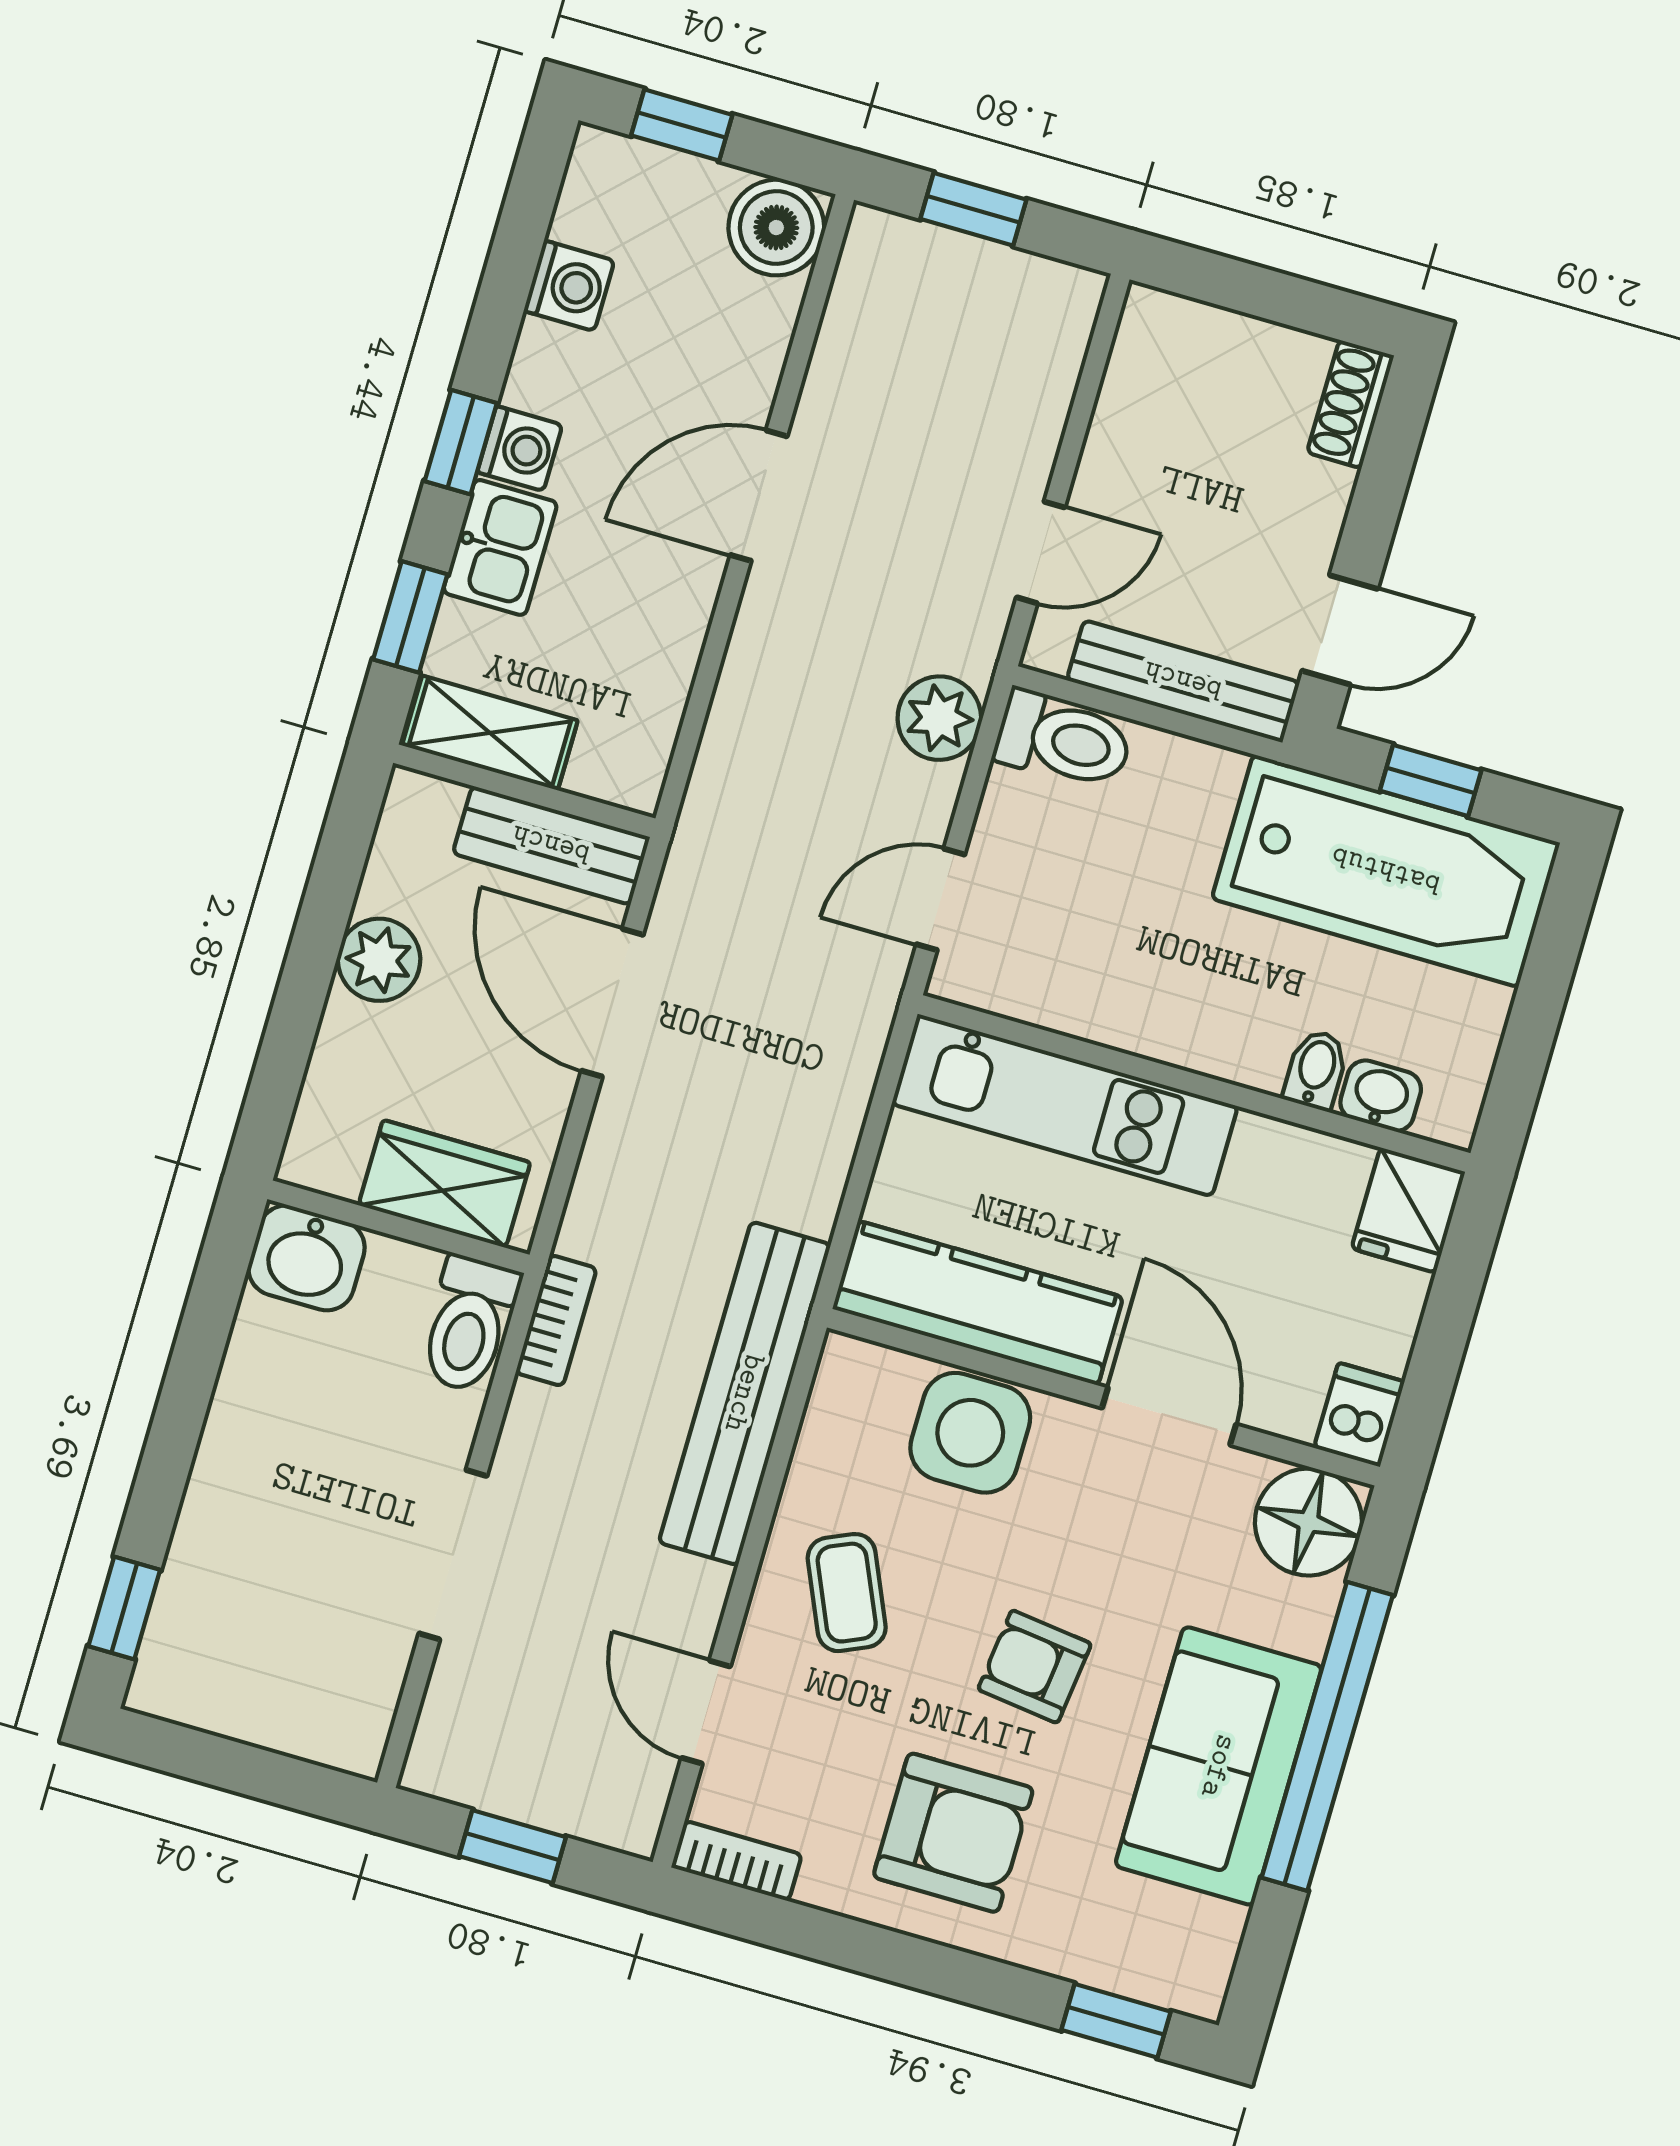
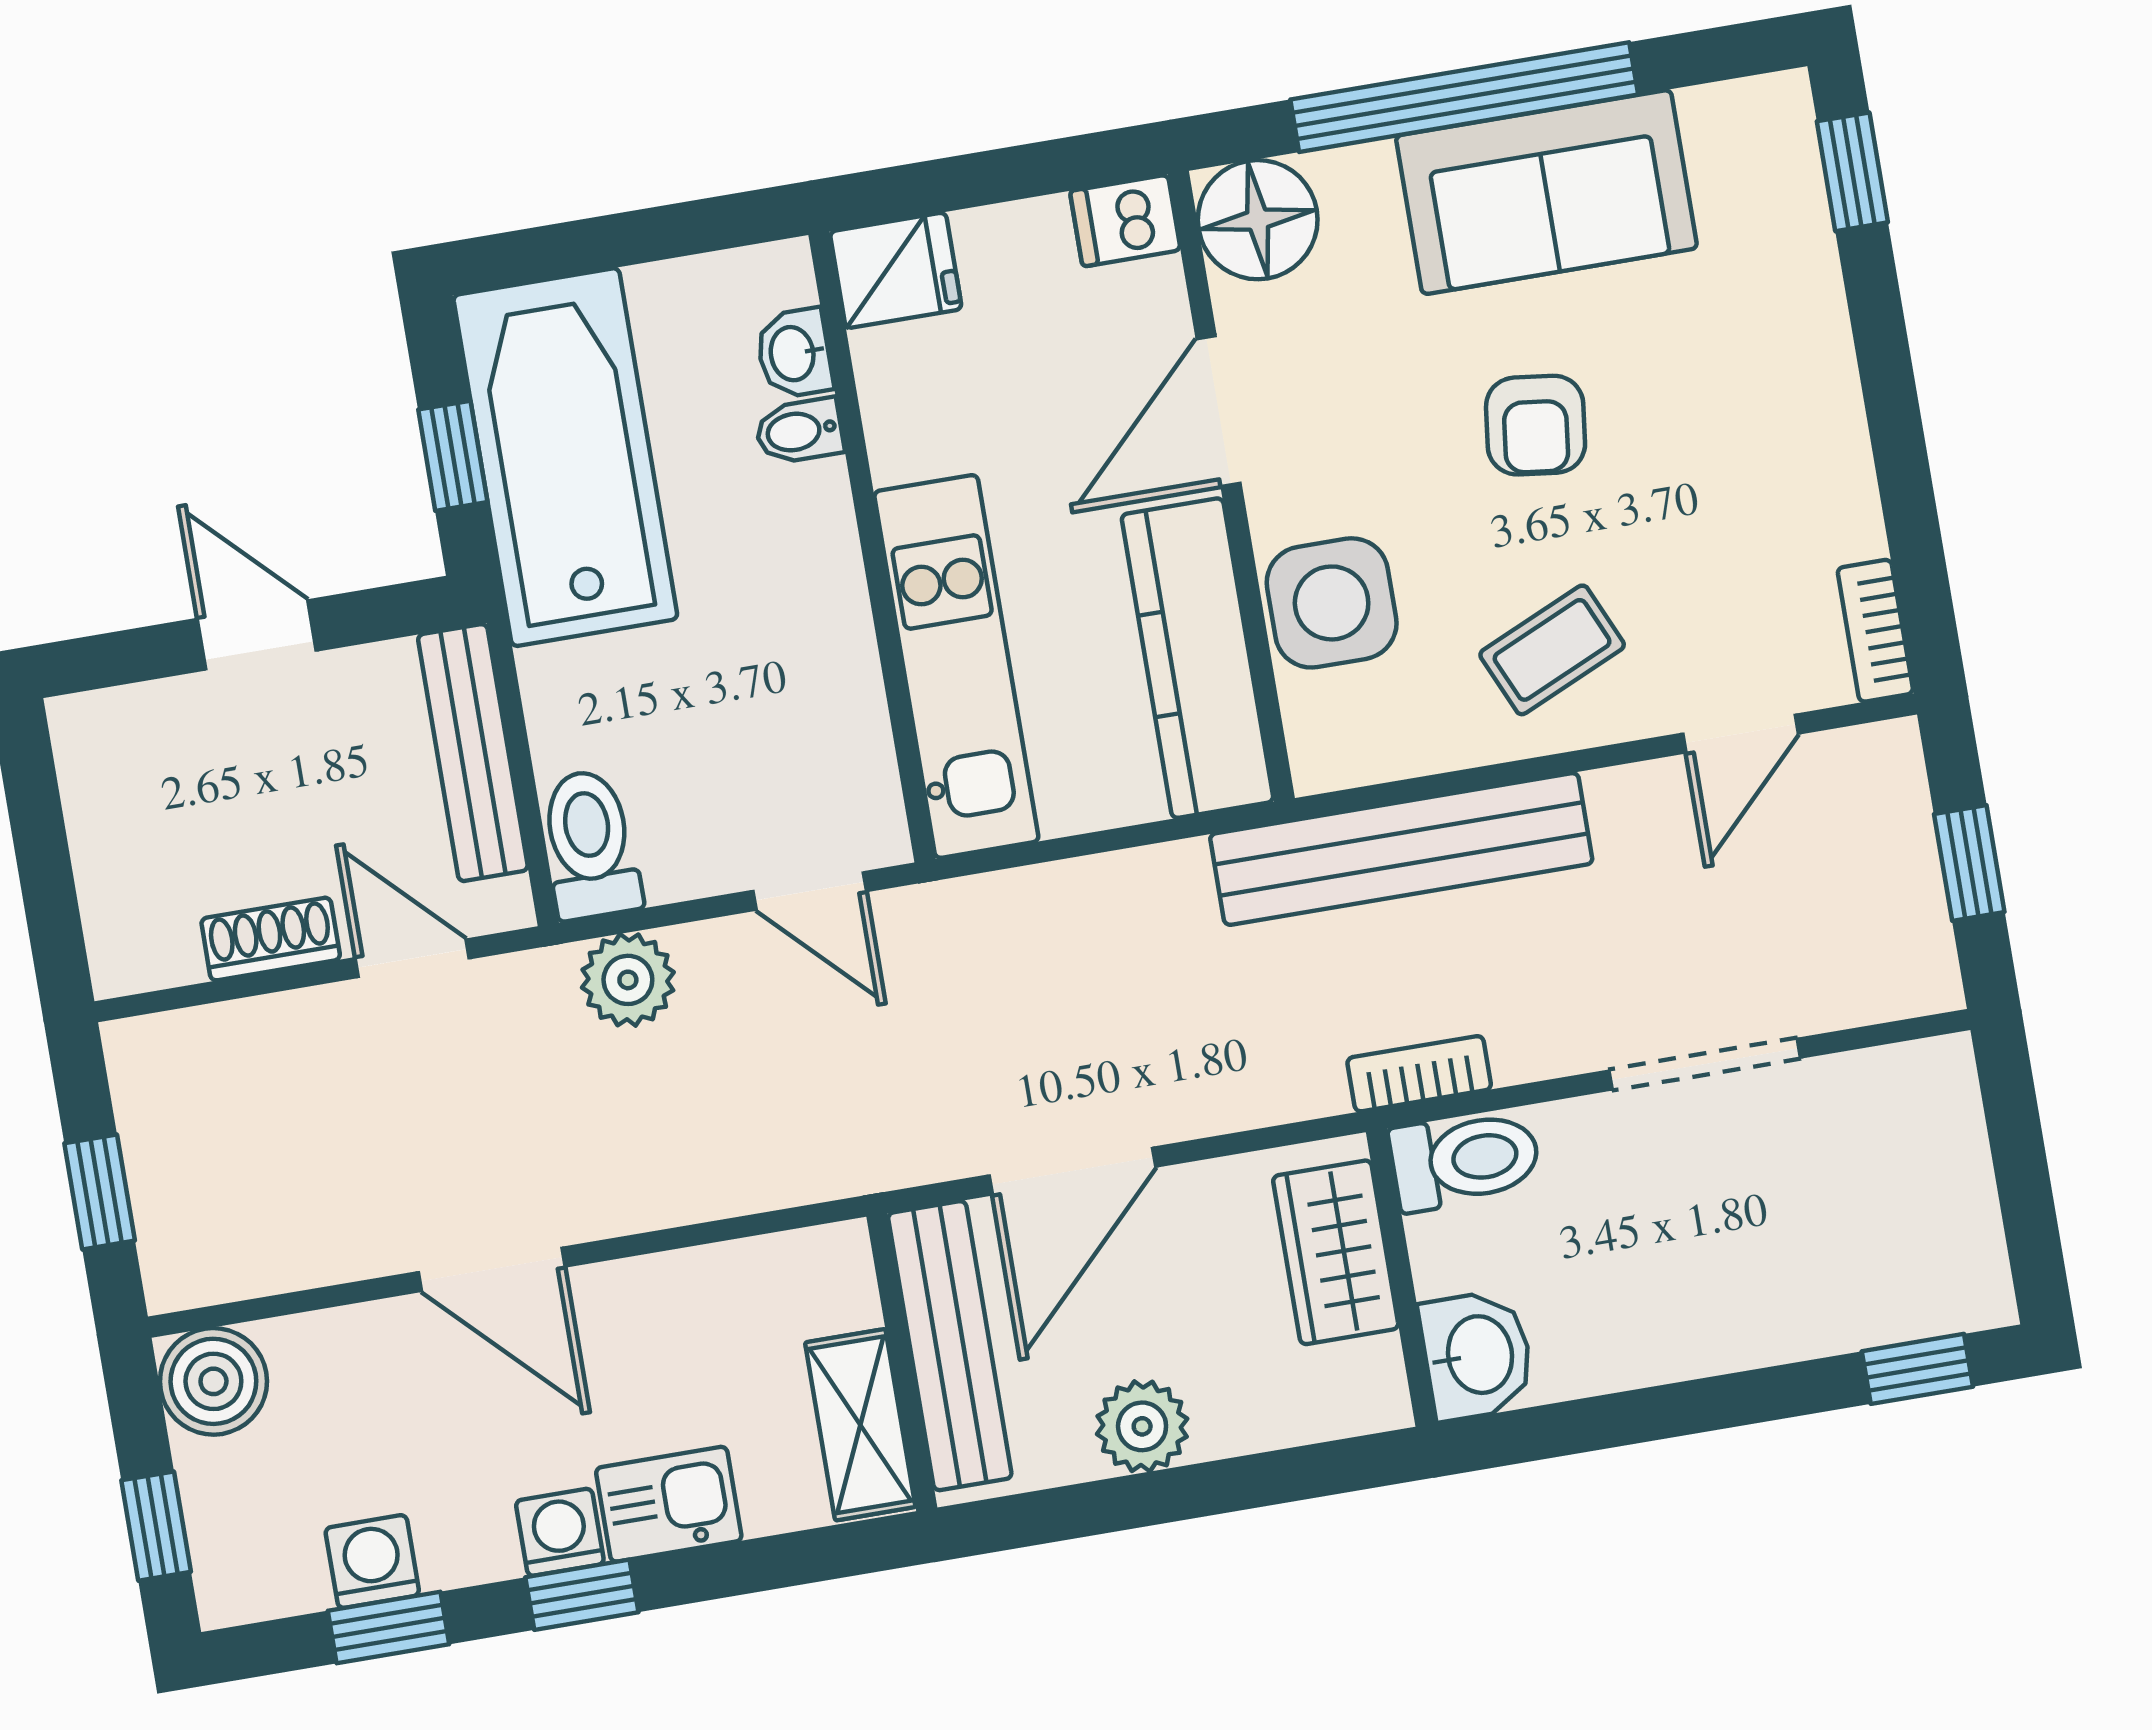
shoe rack: (1350, 404) -> (271, 939), moved, turned 180
window: (410, 617) -> (388, 1627), moved
door: (1340, 630) -> (257, 635), moved
bench: (551, 845) -> (950, 1346), width x1.36
armchair: (953, 1833) -> (1742, 426), removed

